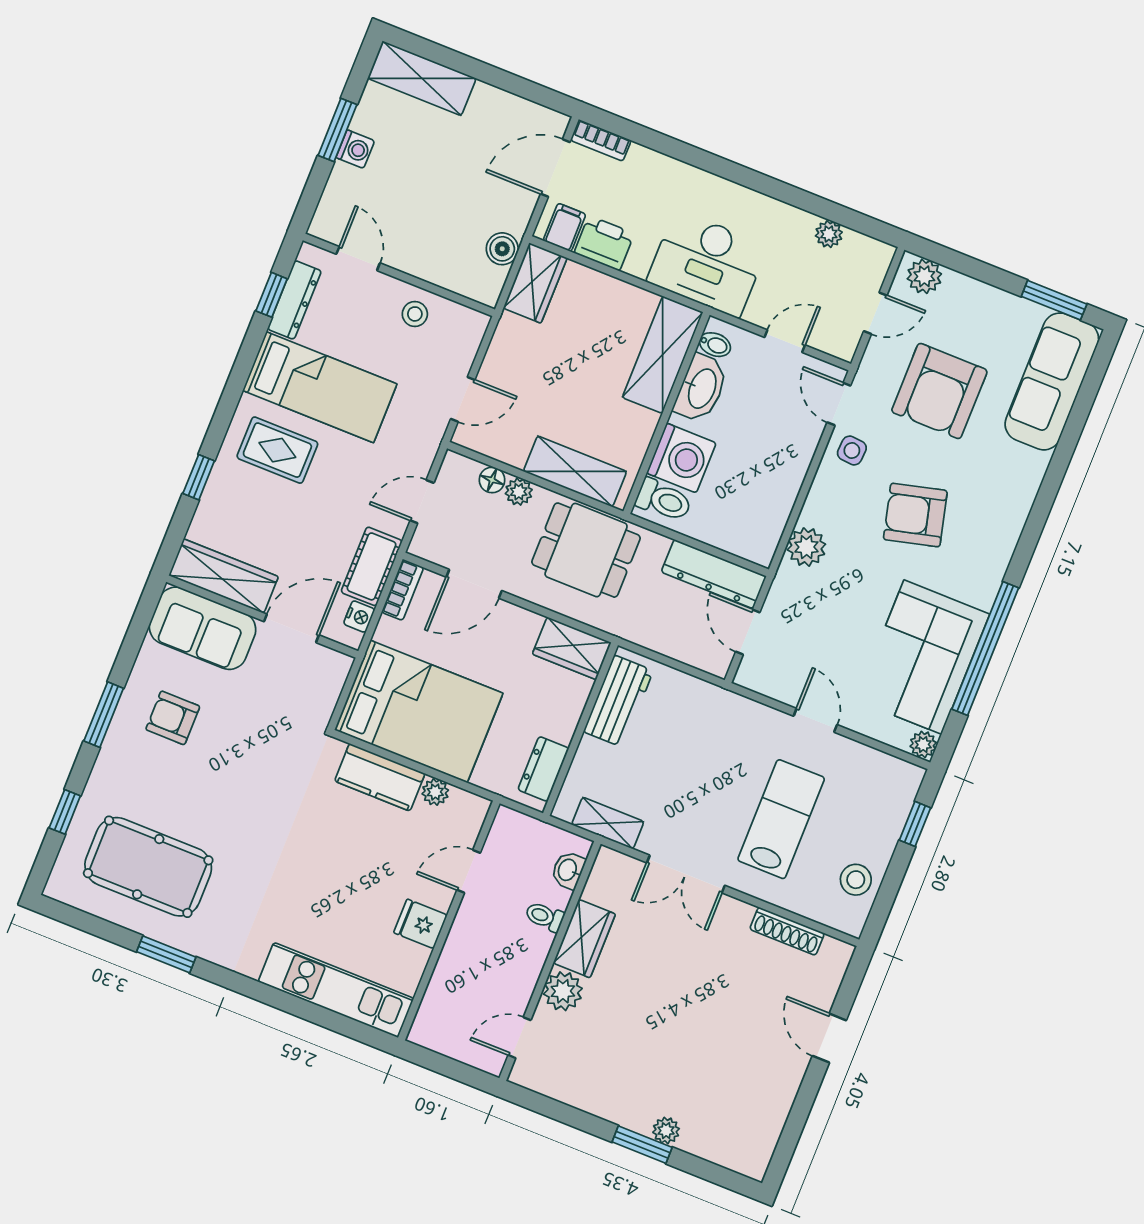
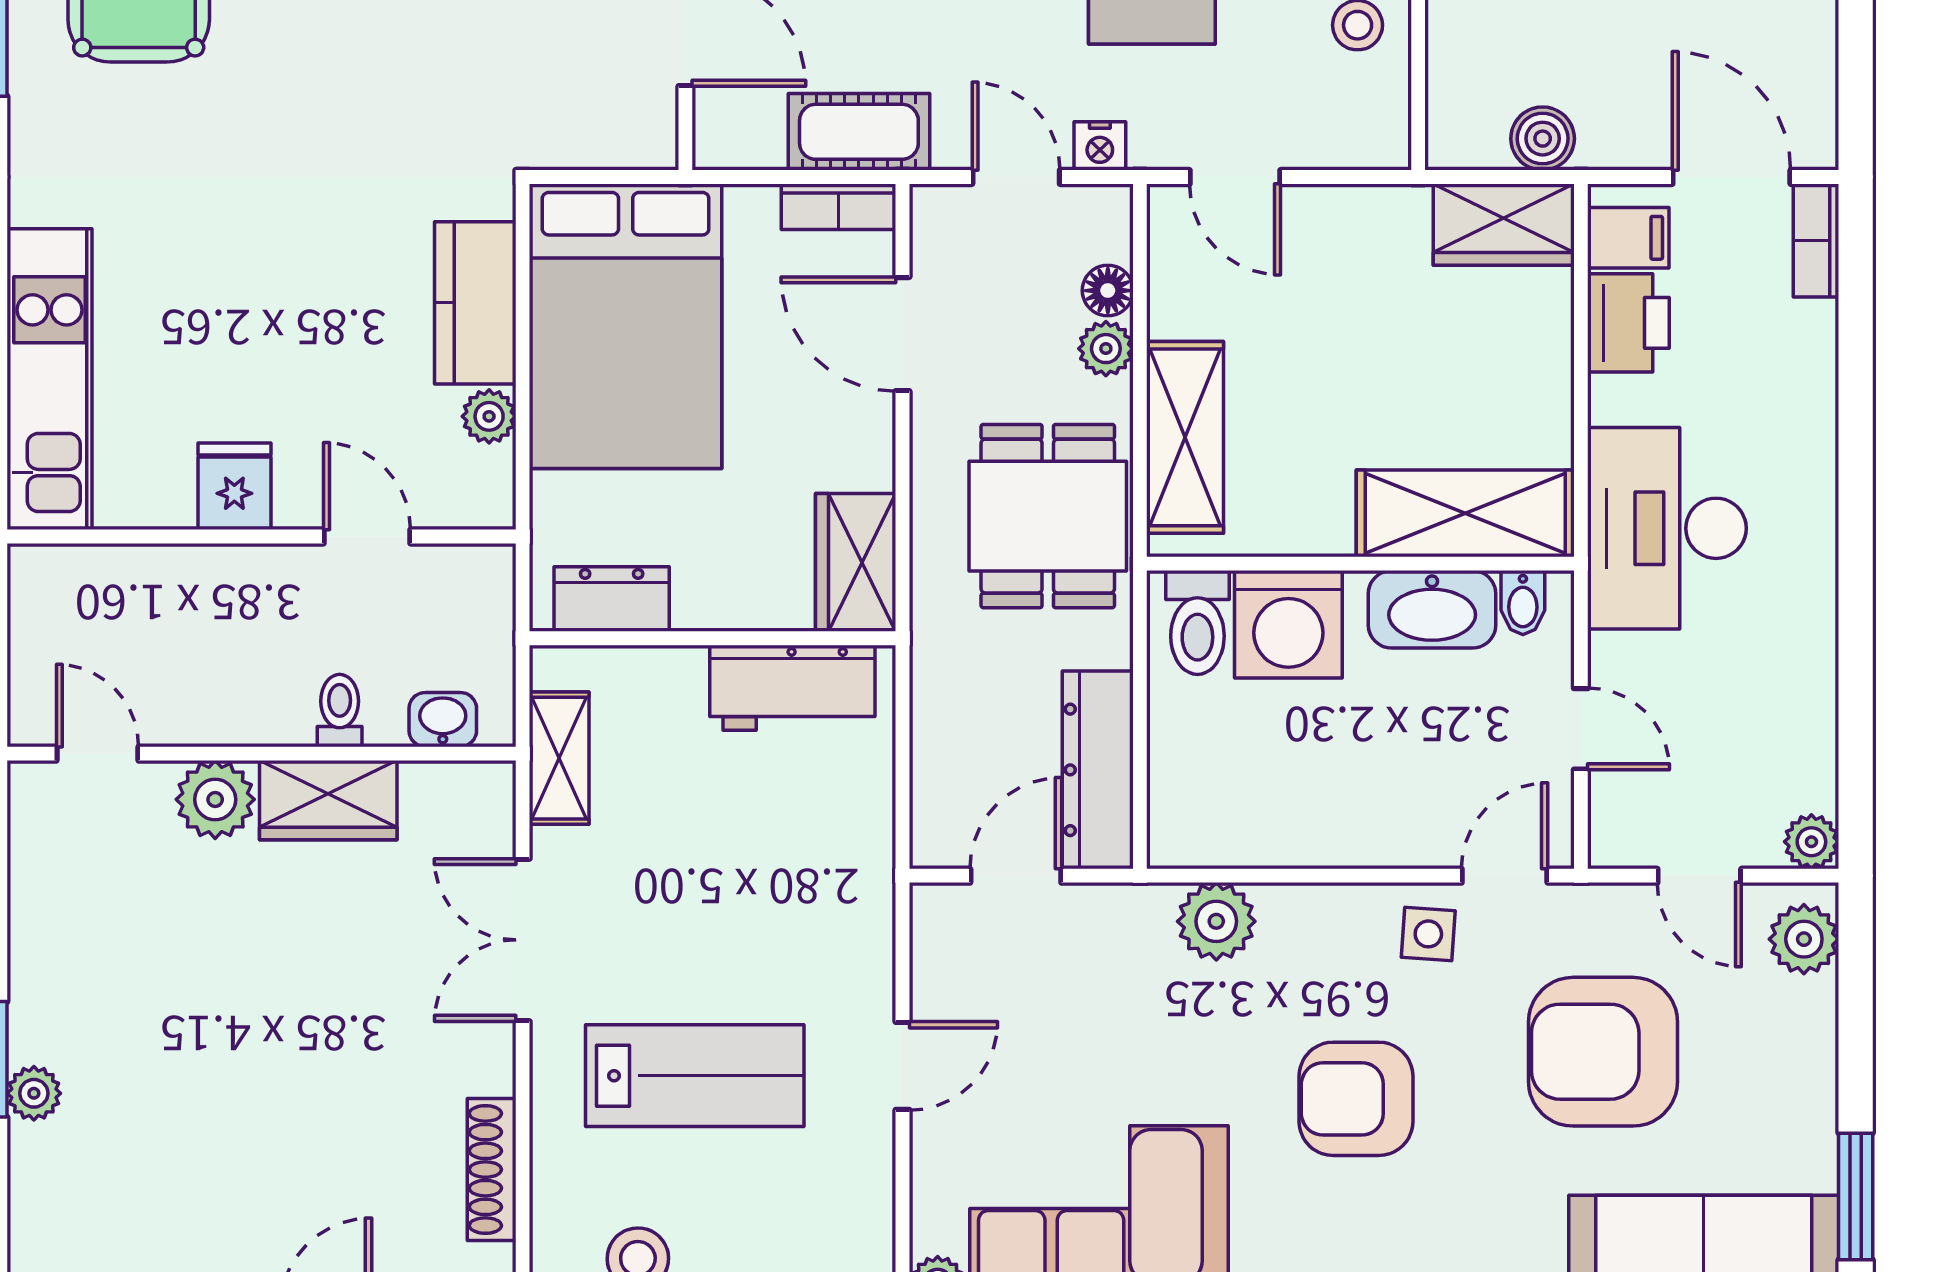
plant: (829, 234) -> (1811, 842), moved
armchair: (915, 515) -> (1356, 1099), turned -76
nightstand: (359, 617) -> (1100, 146), moved

